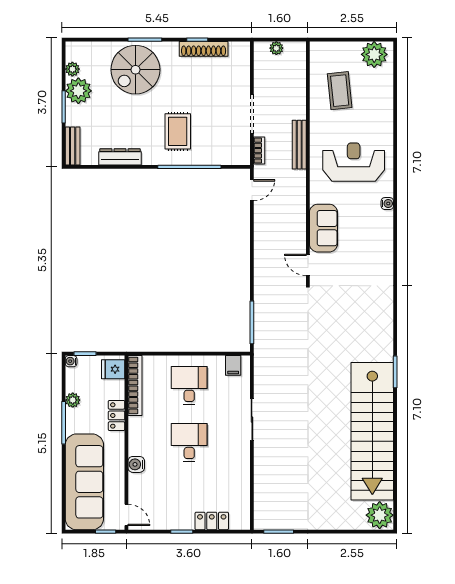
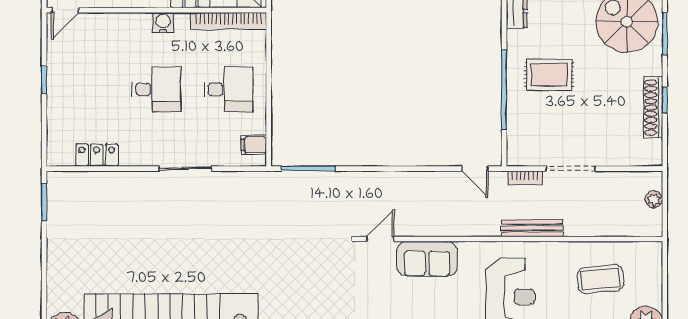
water cooler: (136, 464) -> (163, 23), moved
locker: (212, 521) -> (97, 155), moved, turned -90

